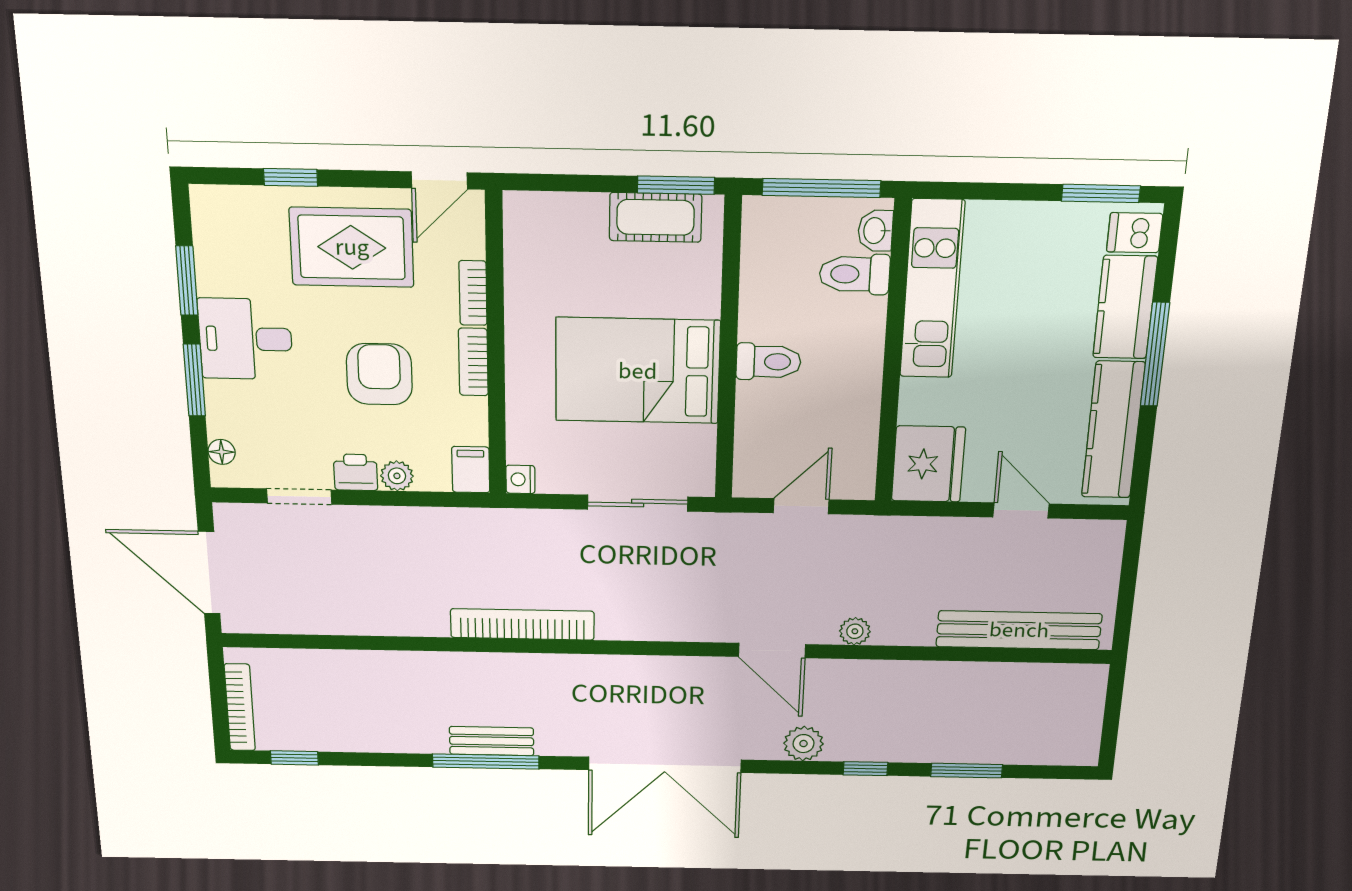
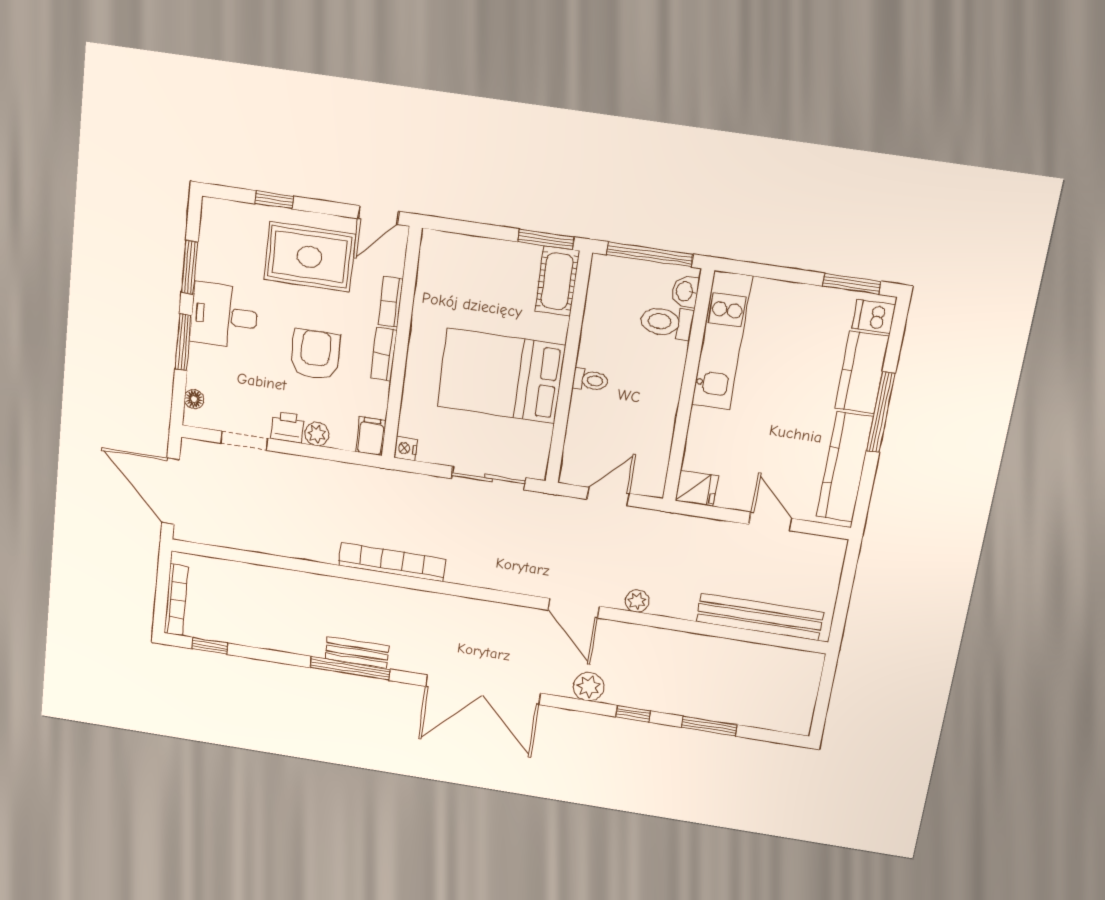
cot: (655, 217) -> (557, 281), moved, turned 90
toilet: (768, 362) -> (590, 380), width x0.73, depth x0.72
fridge: (928, 464) -> (697, 488), width x0.53, depth x0.75

